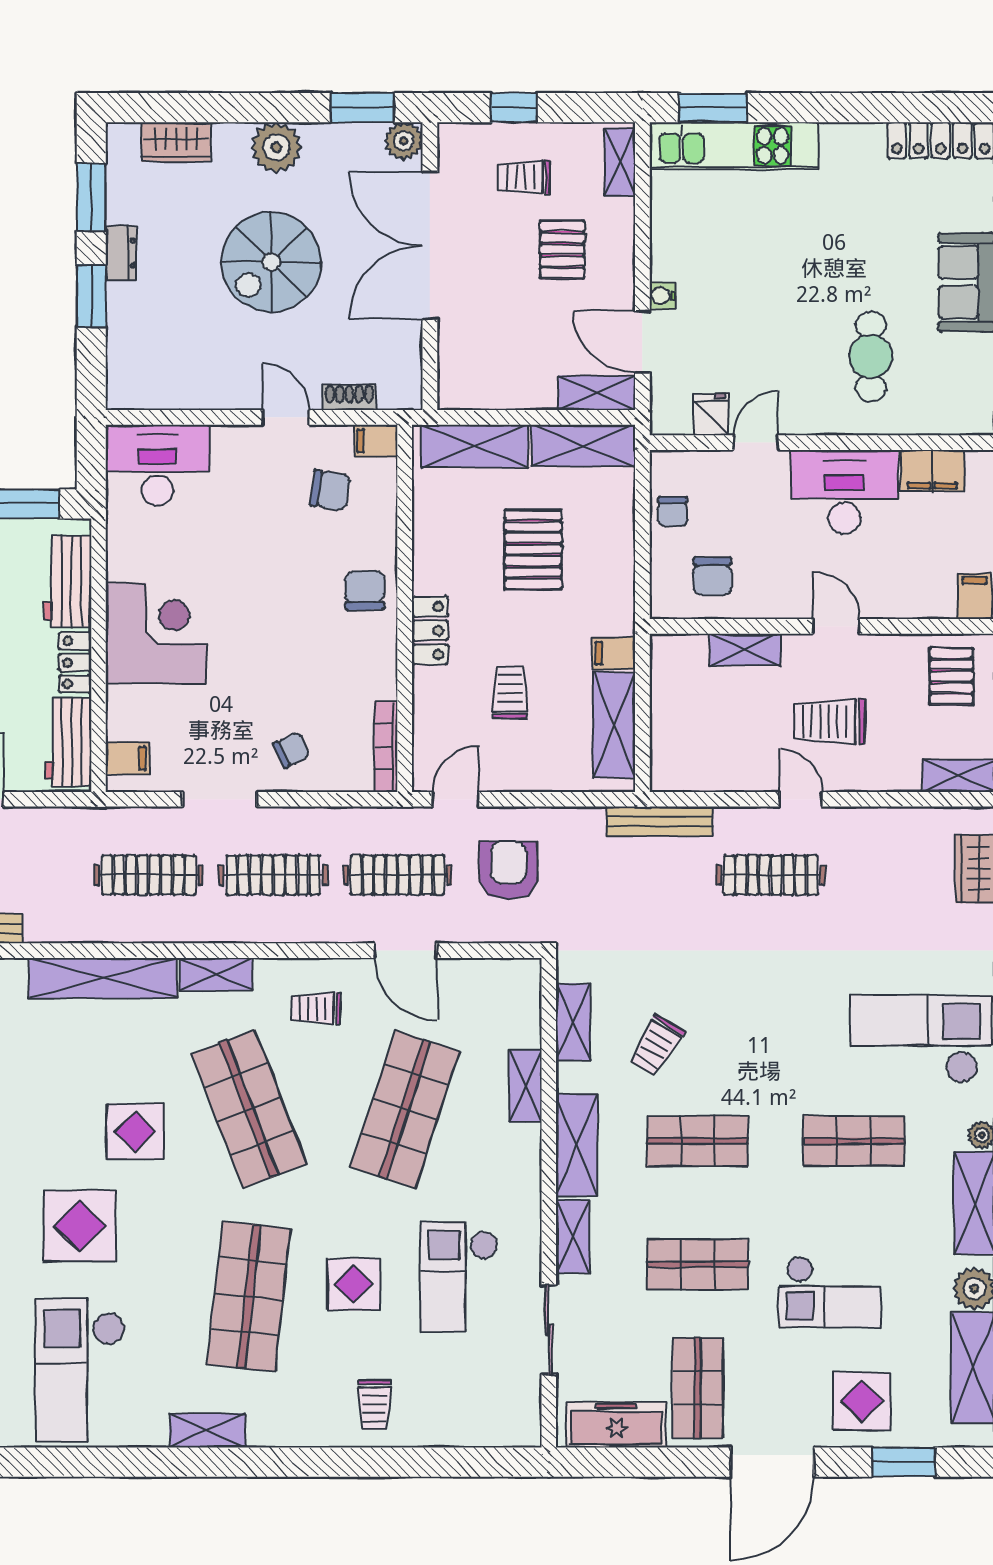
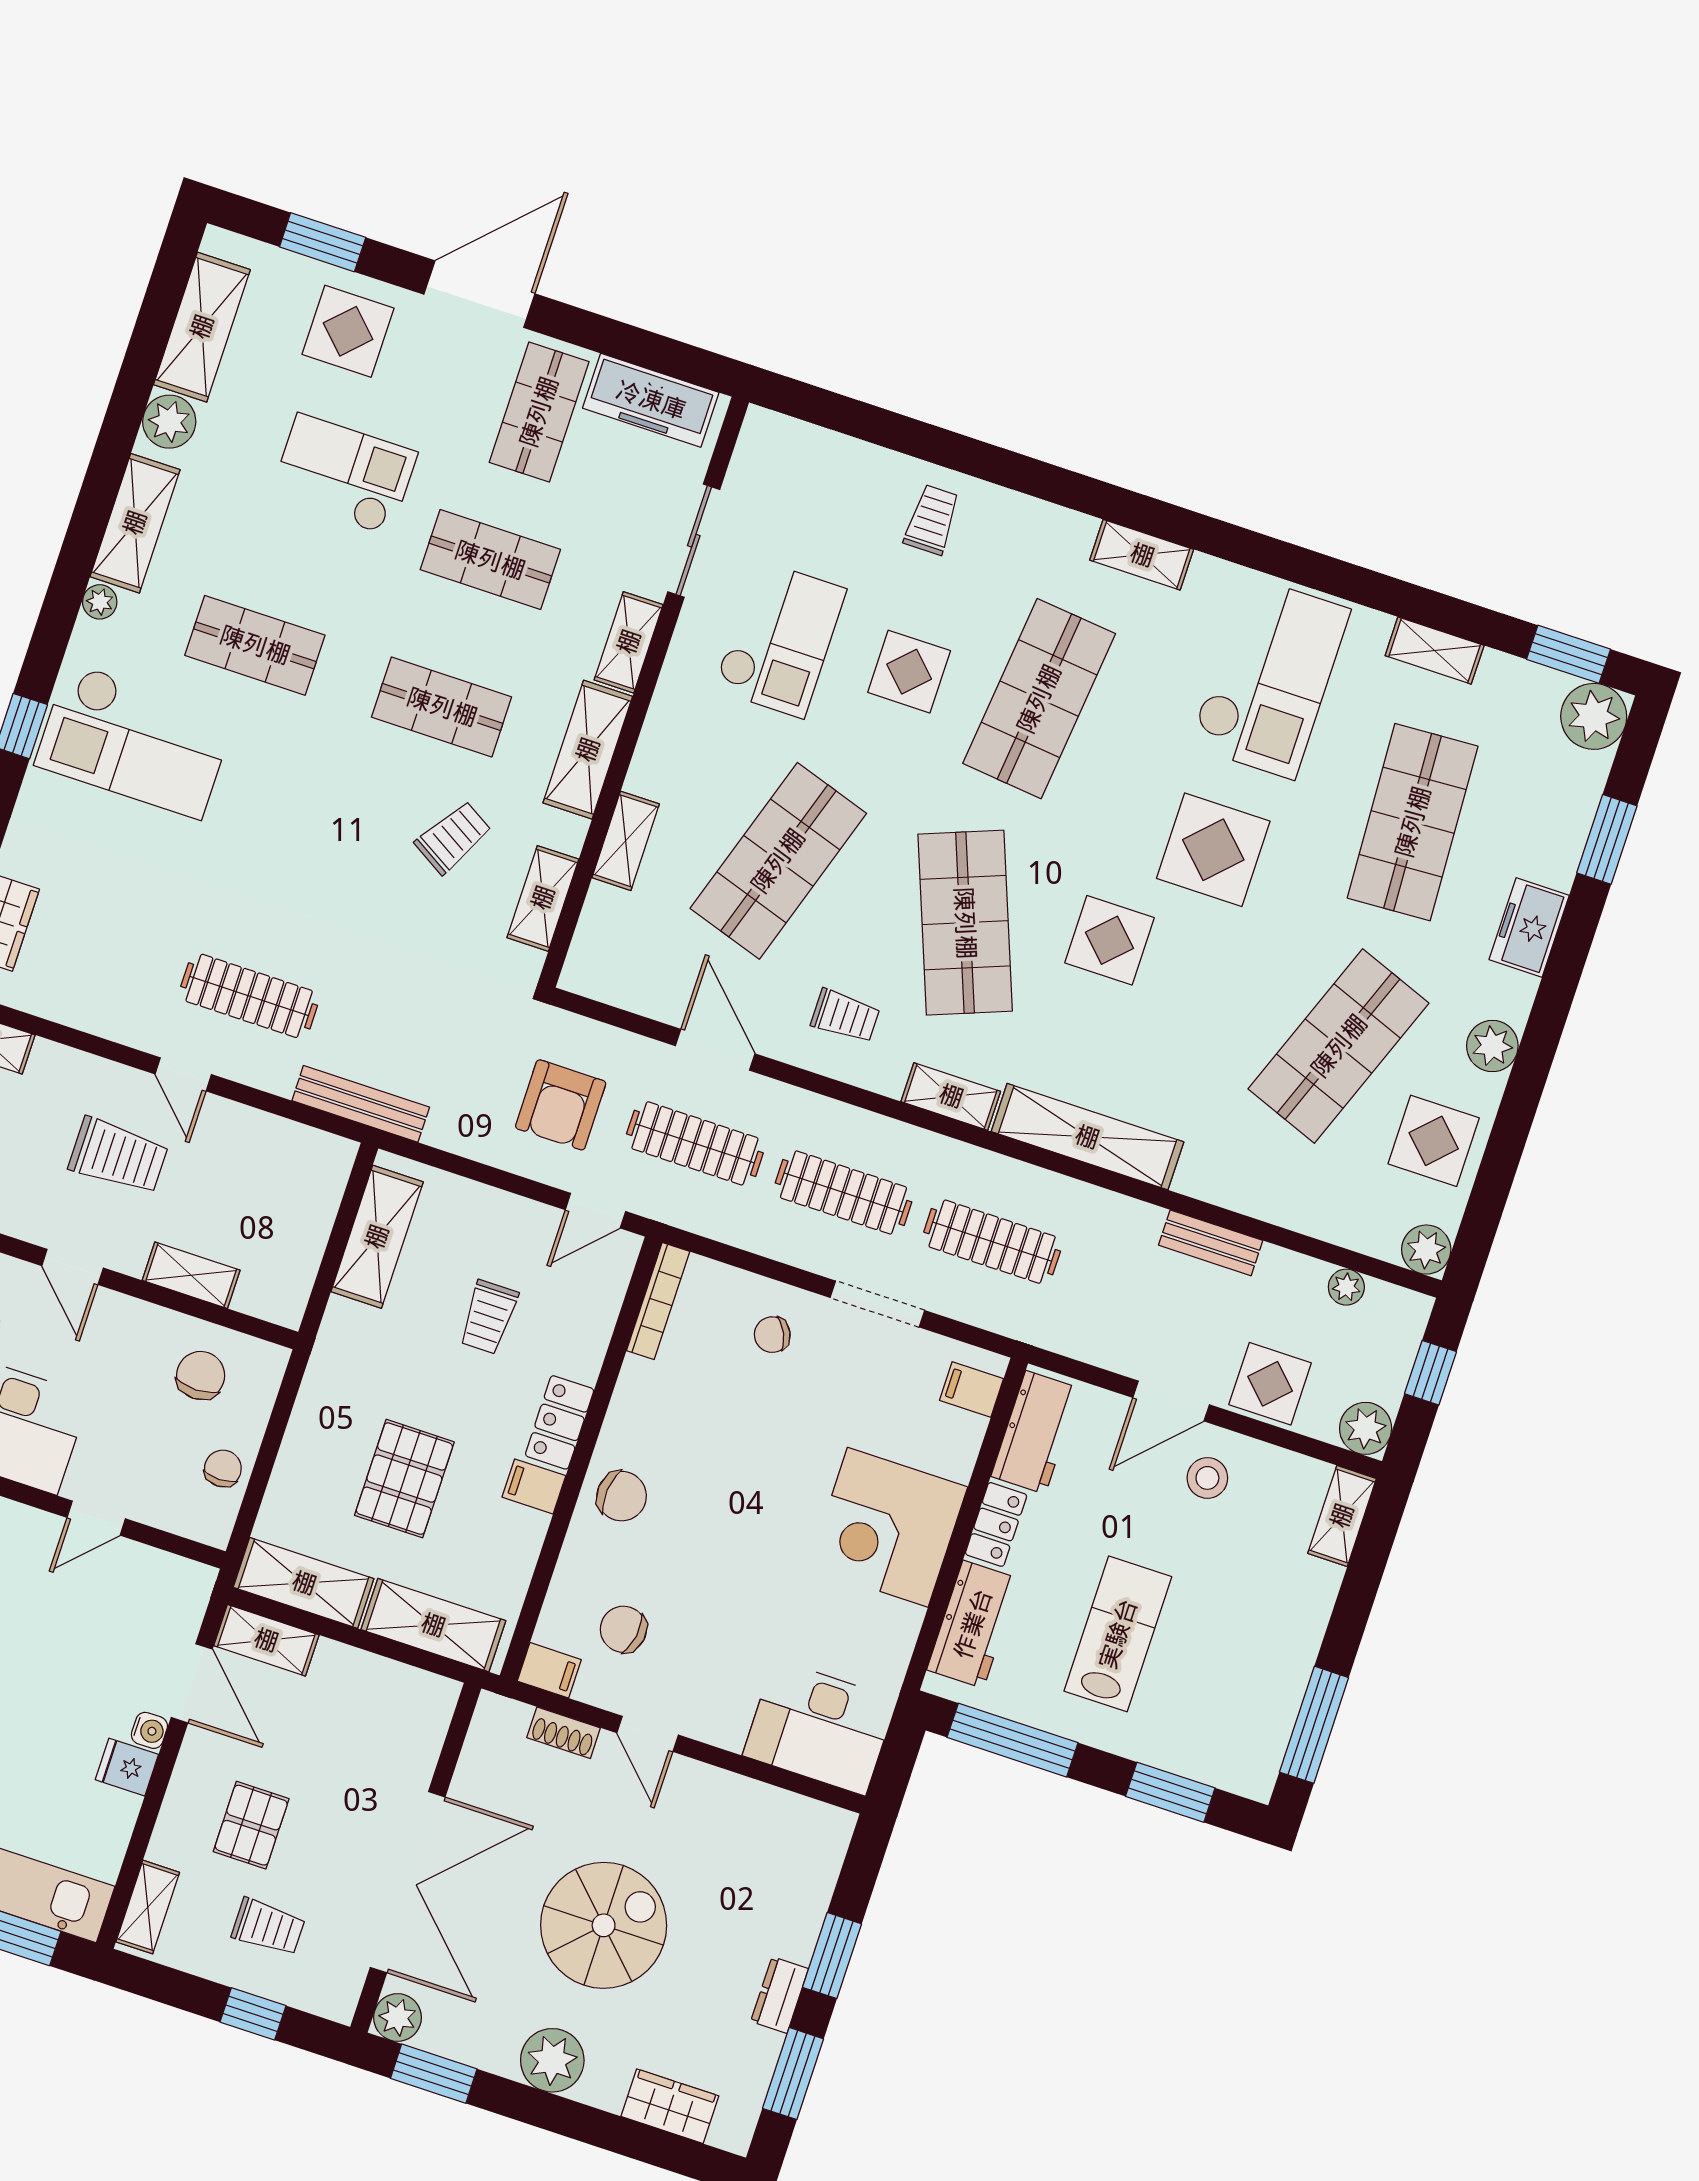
fridge: (711, 415) -> (127, 1767), moved, turned 90
chair: (365, 590) -> (622, 1496), turned -84
filing cabinet: (614, 653) -> (534, 1486), moved, turned 180

